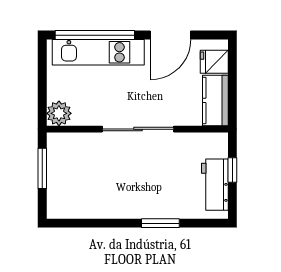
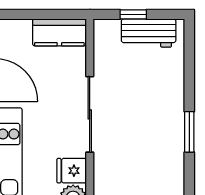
fridge: (214, 62) -> (72, 171), moved, turned 90
window: (160, 223) -> (189, 132), moved

